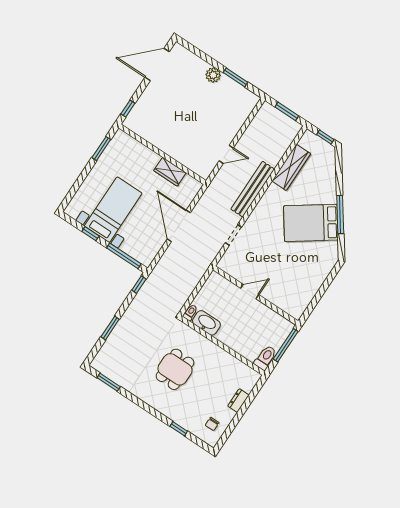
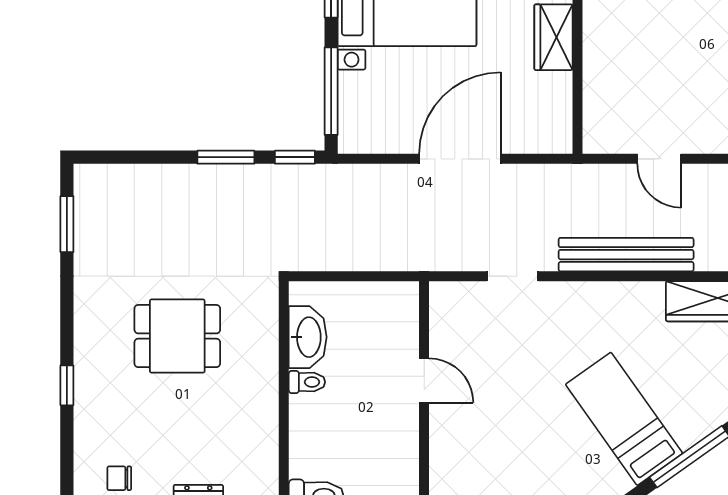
wardrobe: (170, 172) -> (553, 37), moved
bed: (311, 223) -> (624, 419), width x0.67
toilet: (190, 312) -> (307, 382), moved
window: (110, 328) -> (226, 157), moved
window: (179, 429) -> (67, 385), moved

